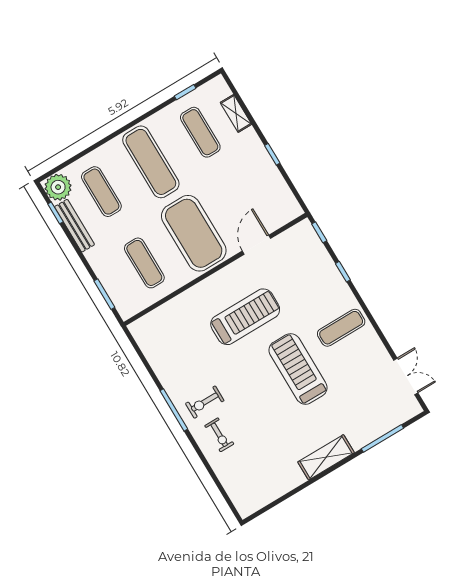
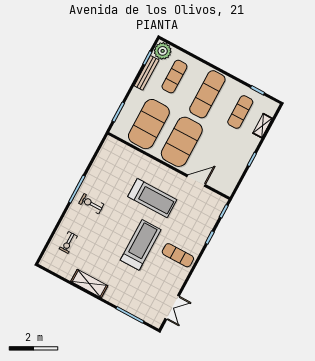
exercise mat: (144, 263) -> (149, 124), width x2.00, depth x1.45
exercise bike: (219, 435) -> (68, 242), moved
shelving: (326, 457) -> (89, 283), moved

